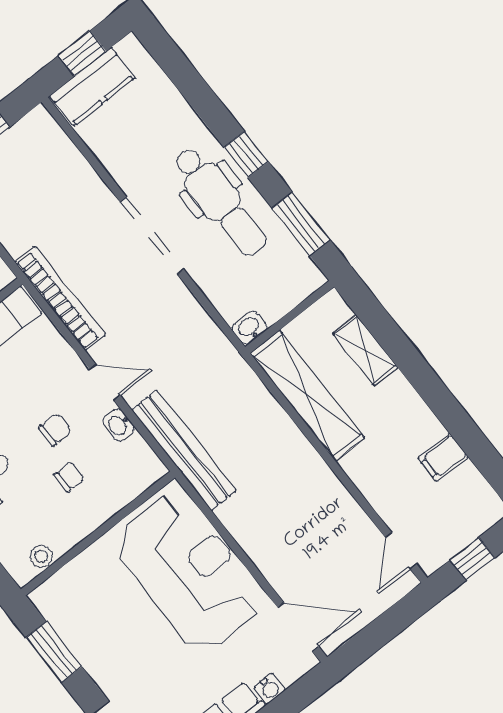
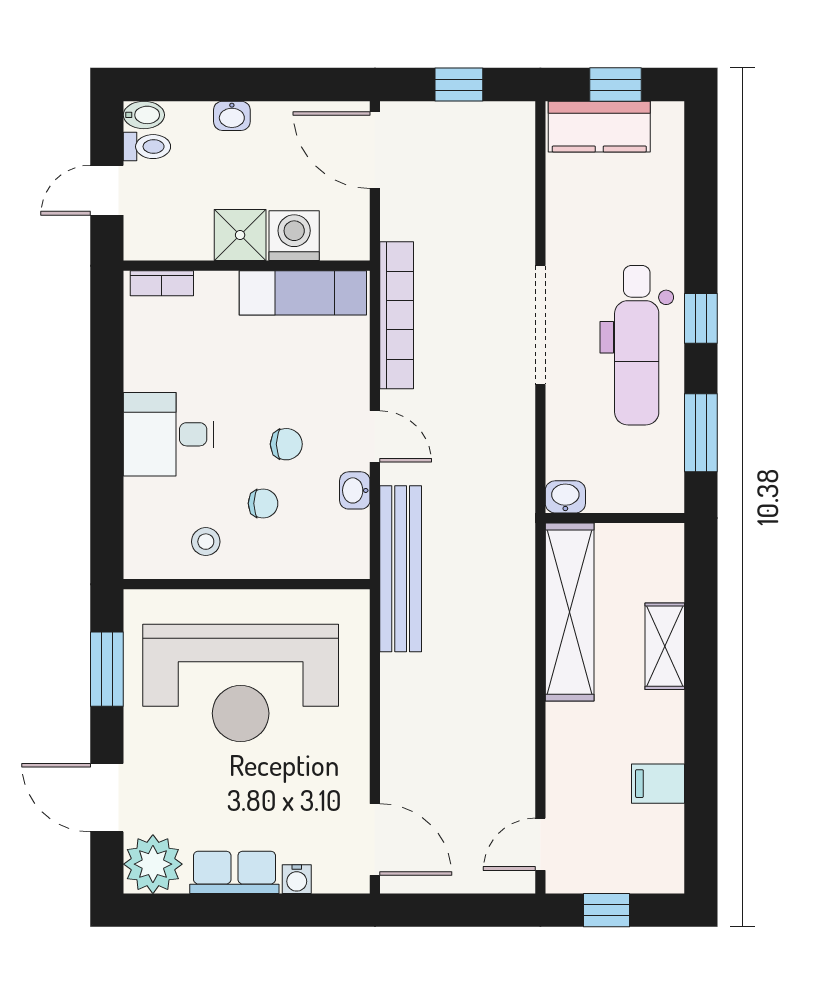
shelving: (365, 350) -> (665, 646), moved
stool: (41, 556) -> (206, 542), moved
reception desk: (189, 573) -> (241, 683), moved, turned 90

